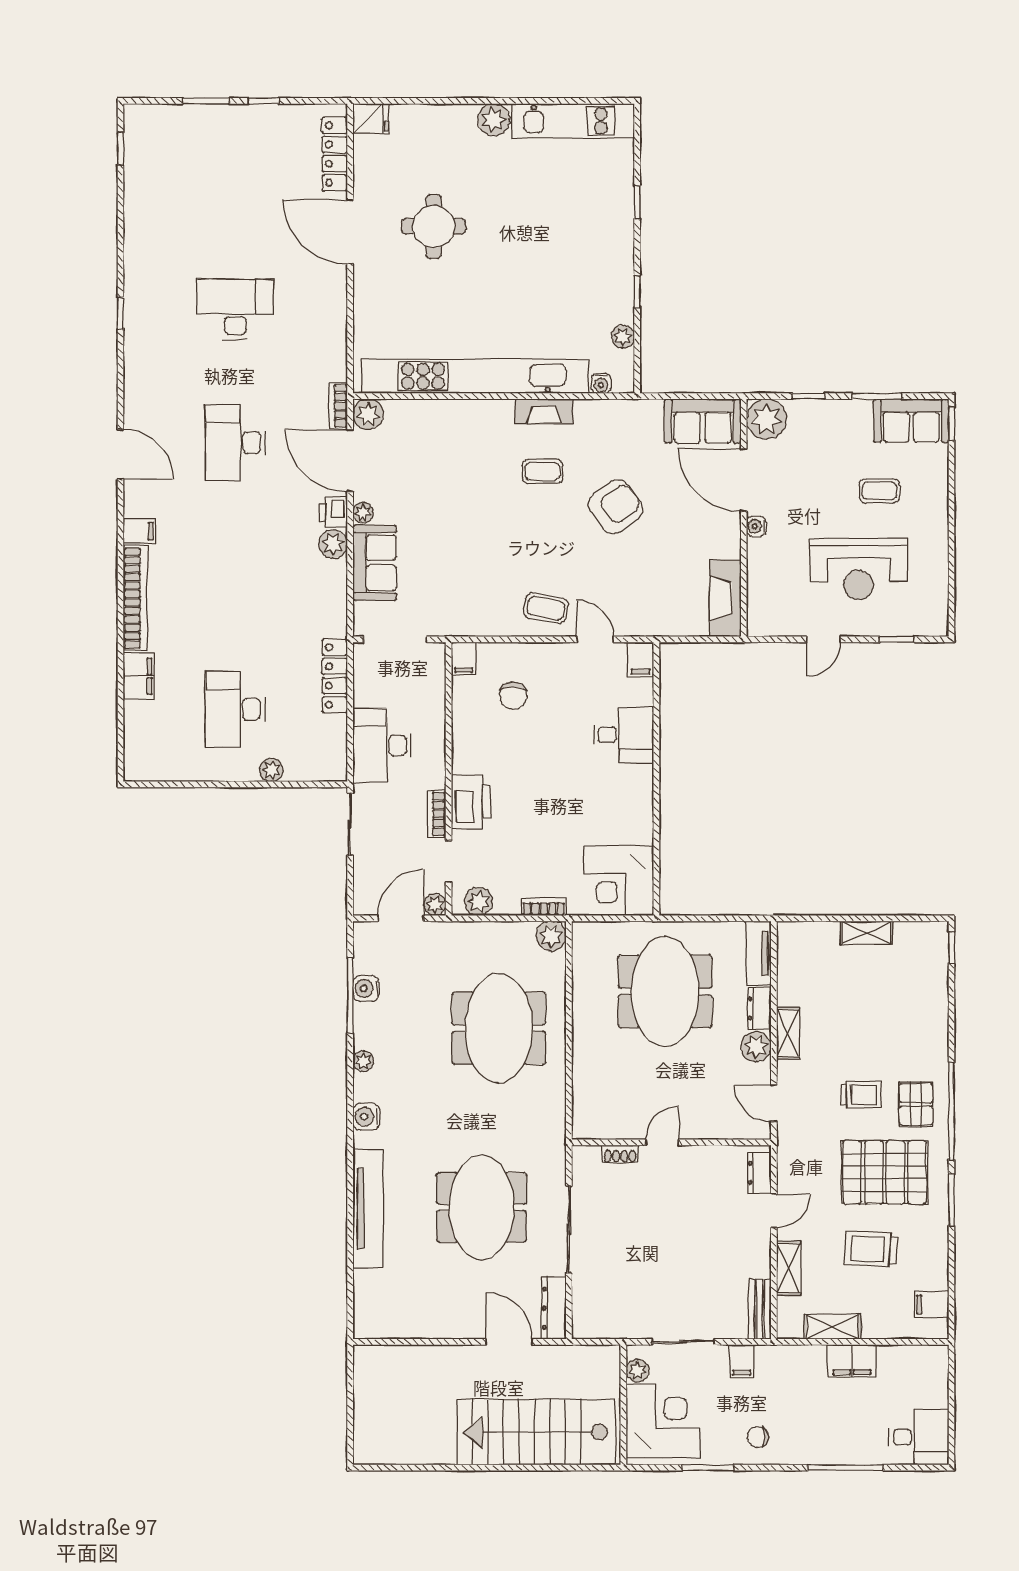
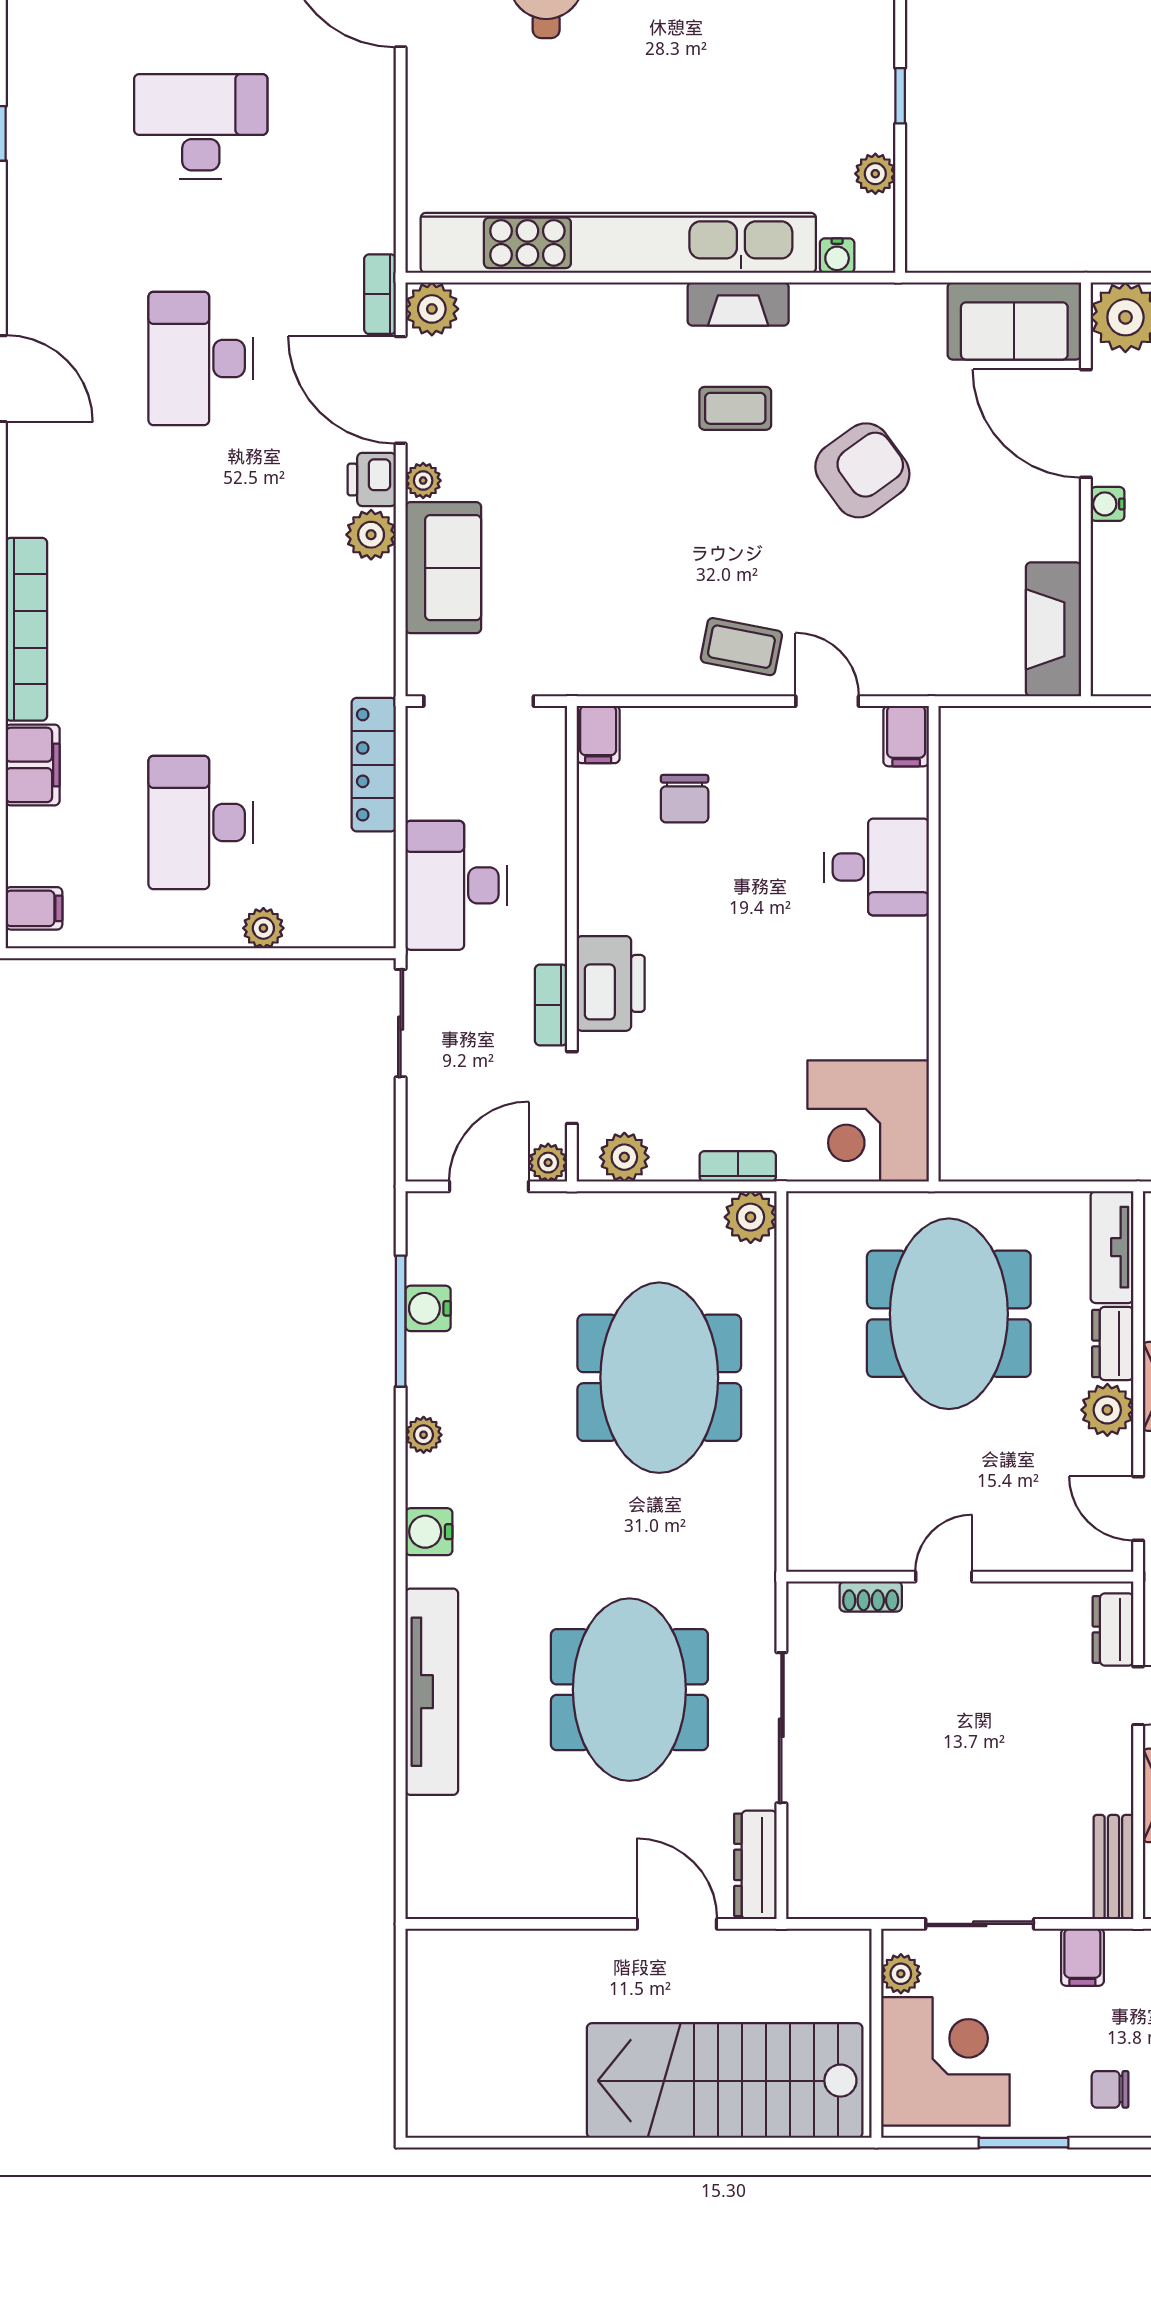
filing cabinet: (139, 531) -> (34, 908), moved

